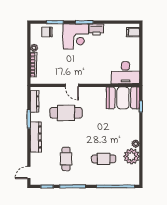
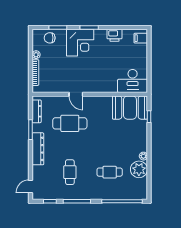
printer: (96, 30) -> (114, 35), moved

